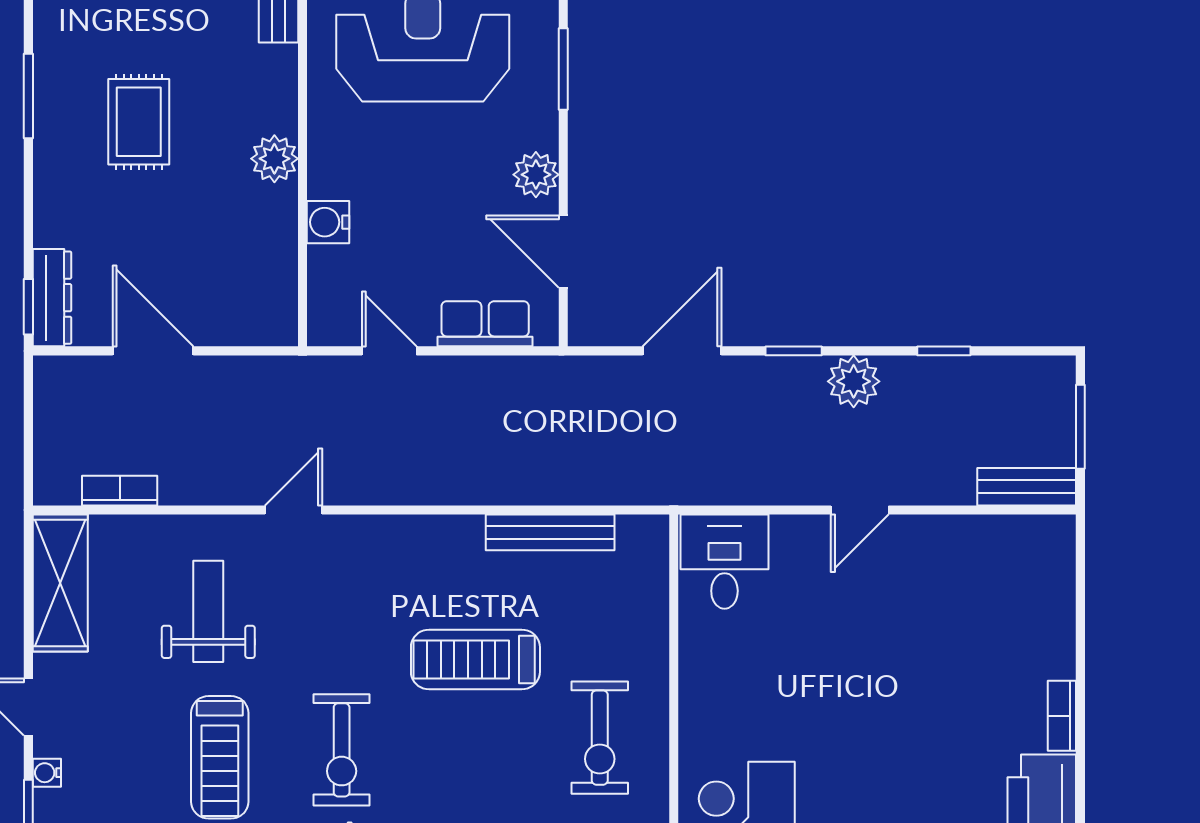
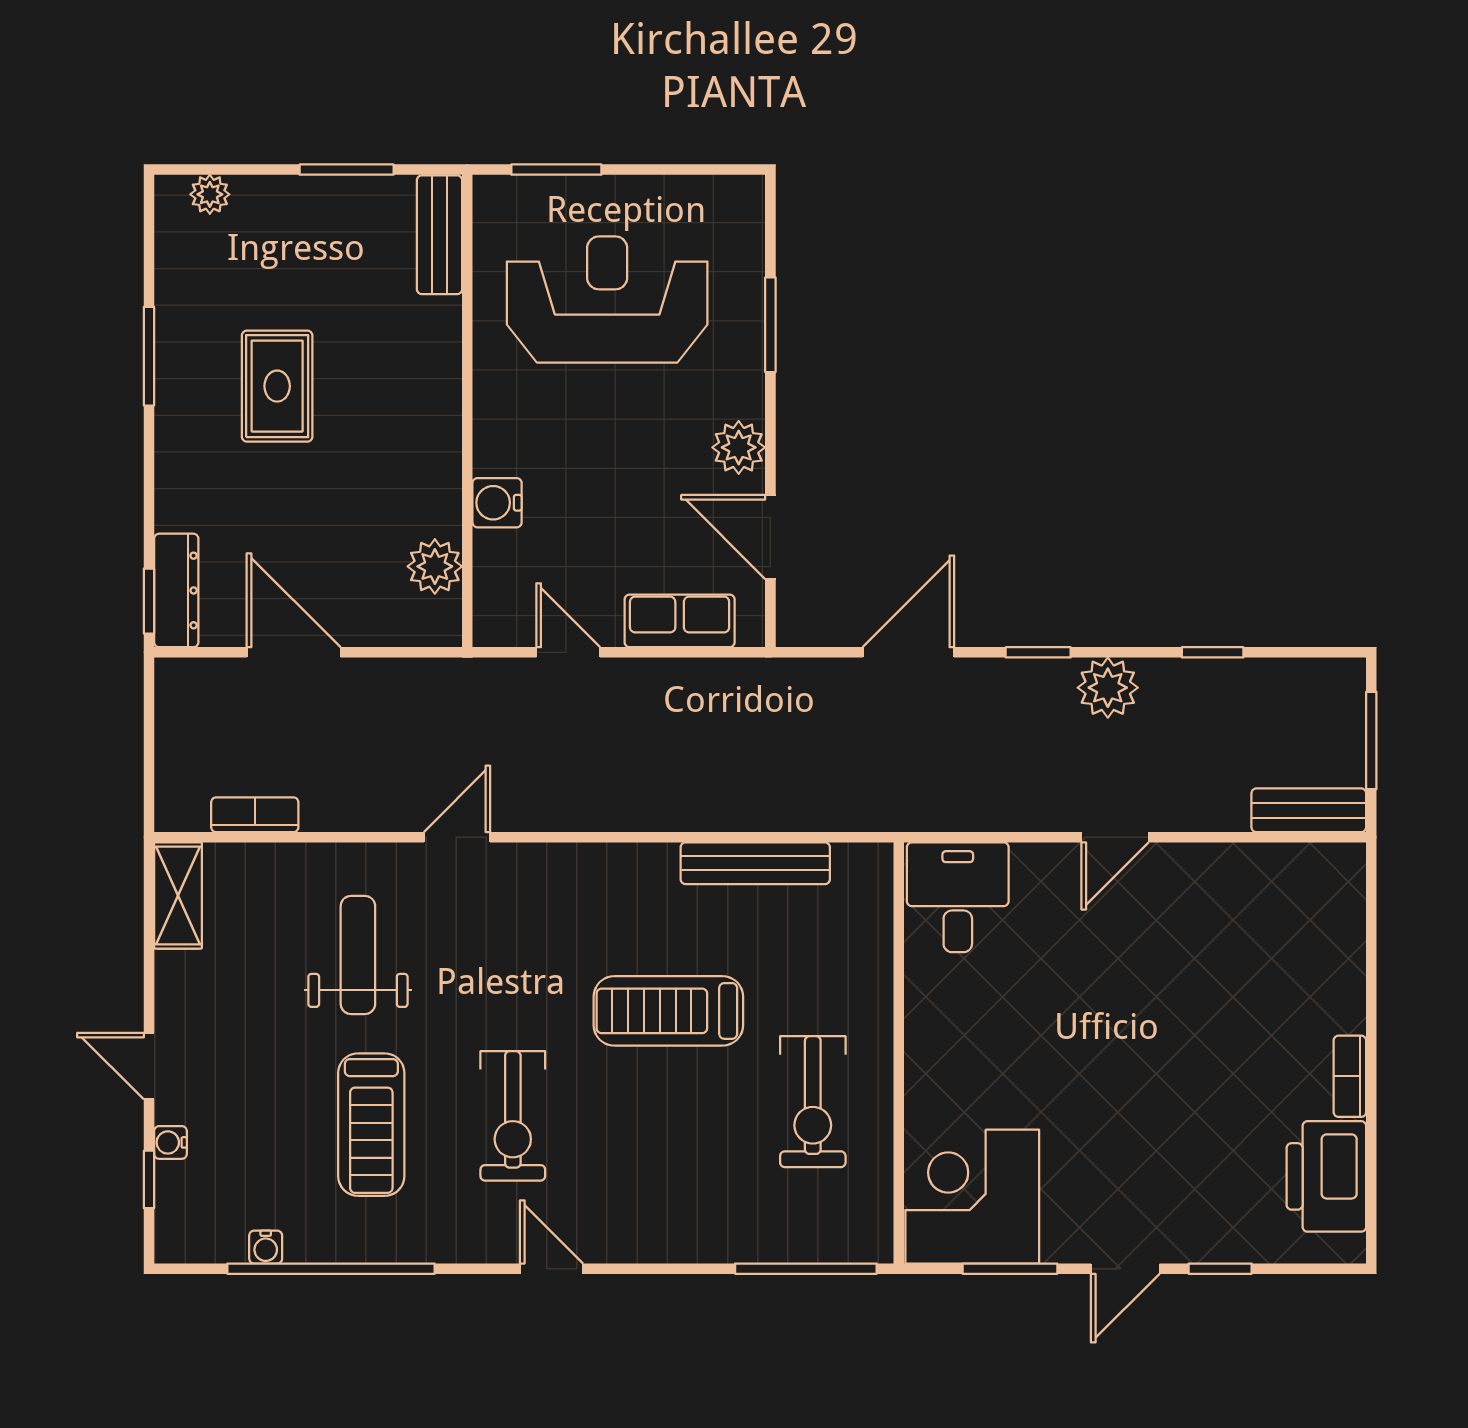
plant: (274, 159) -> (435, 566), moved
shelving: (60, 583) -> (178, 896), width x0.67, depth x0.75

